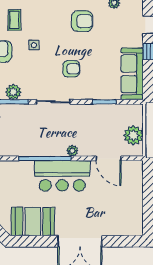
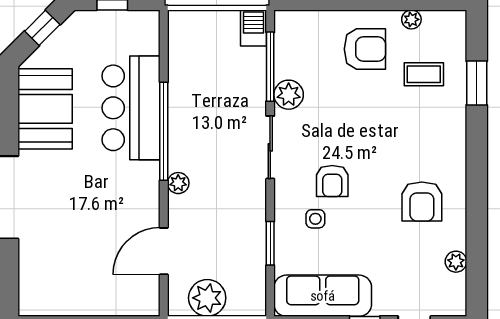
side table: (34, 45) -> (315, 219), moved
plant: (13, 92) -> (289, 95), moved
bar counter: (62, 176) -> (131, 108), moved

